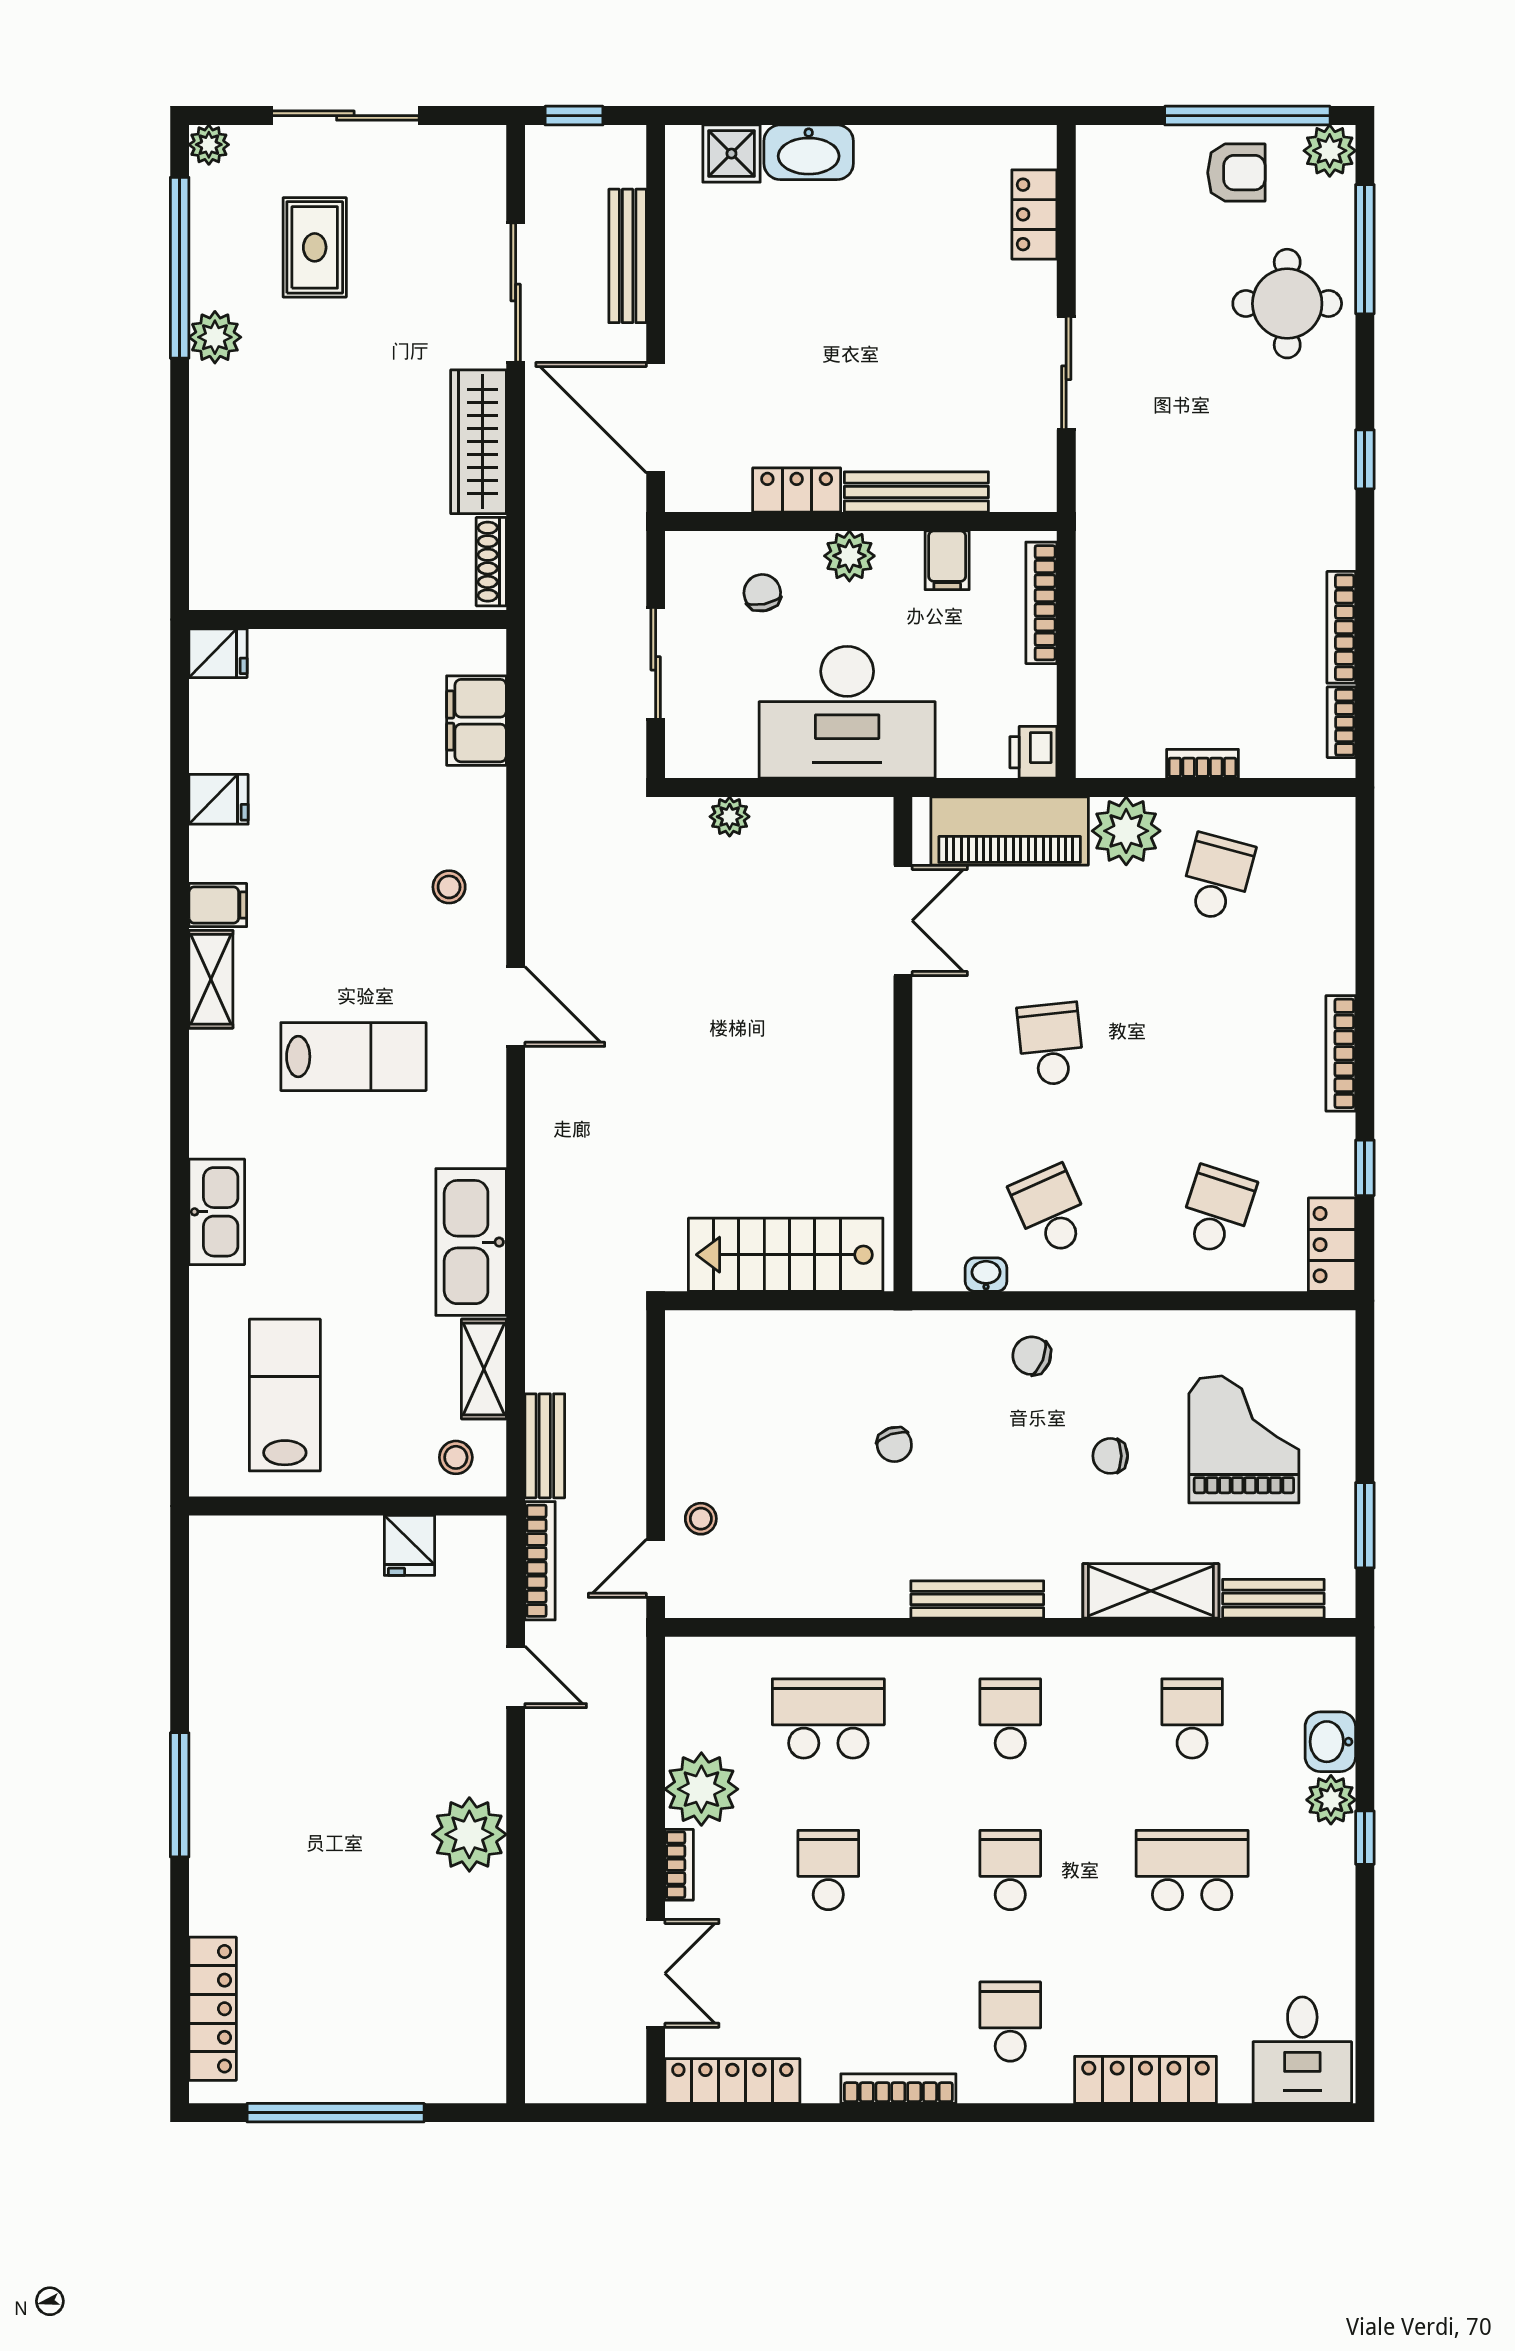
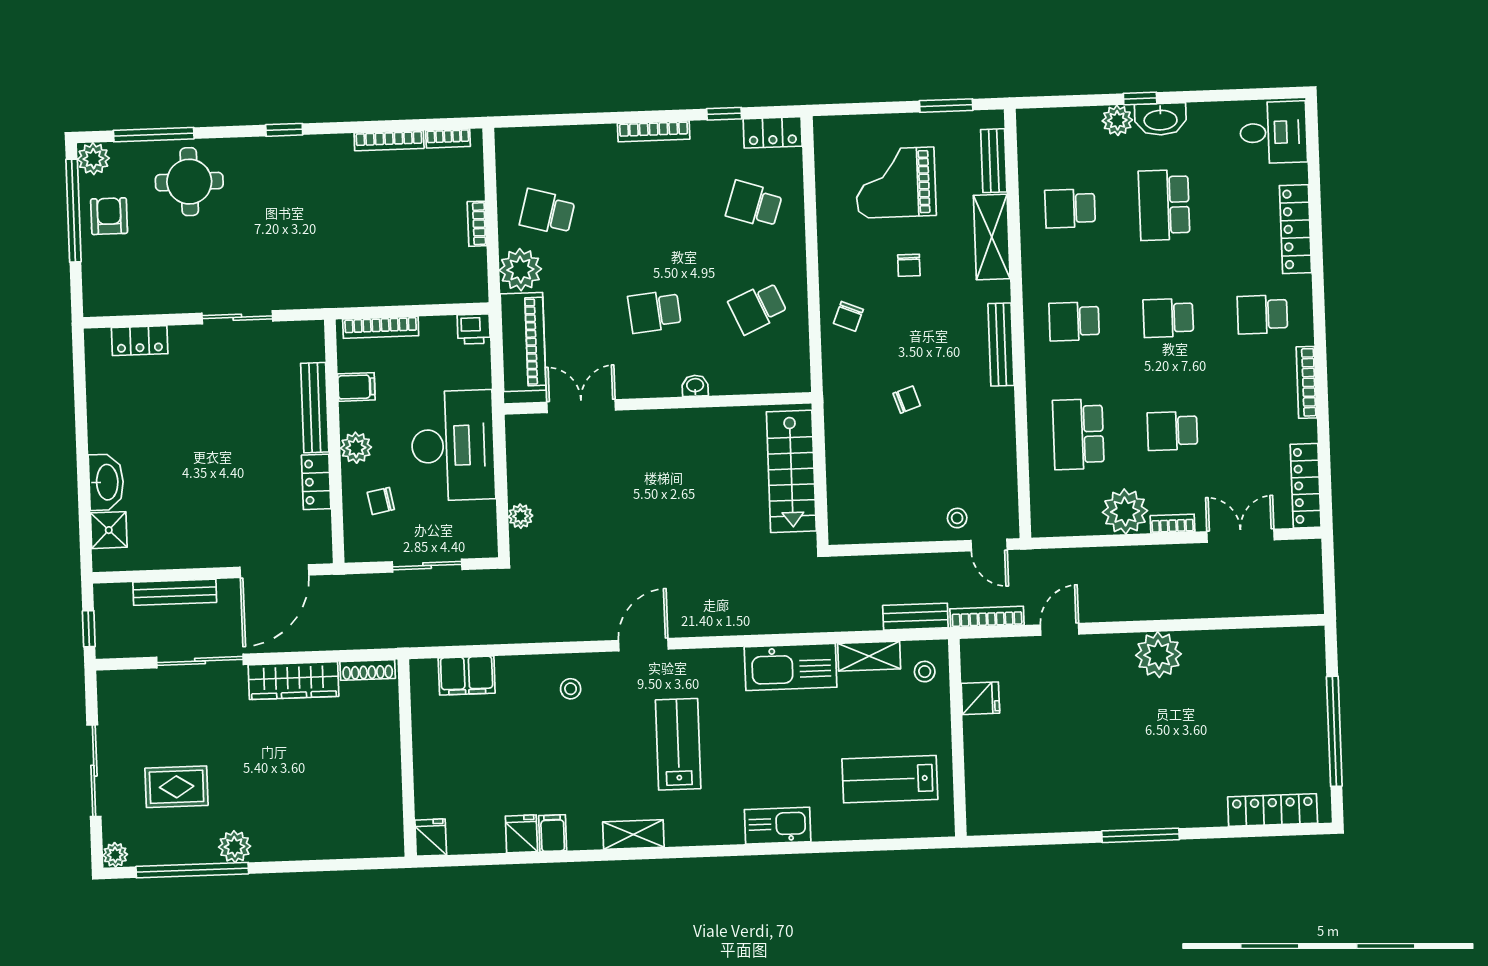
filing cabinet: (218, 905) -> (553, 833), moved
washbasin: (986, 1275) -> (695, 386), moved, turned 90
washbasin: (1330, 1742) -> (1161, 119), moved, width x1.38

